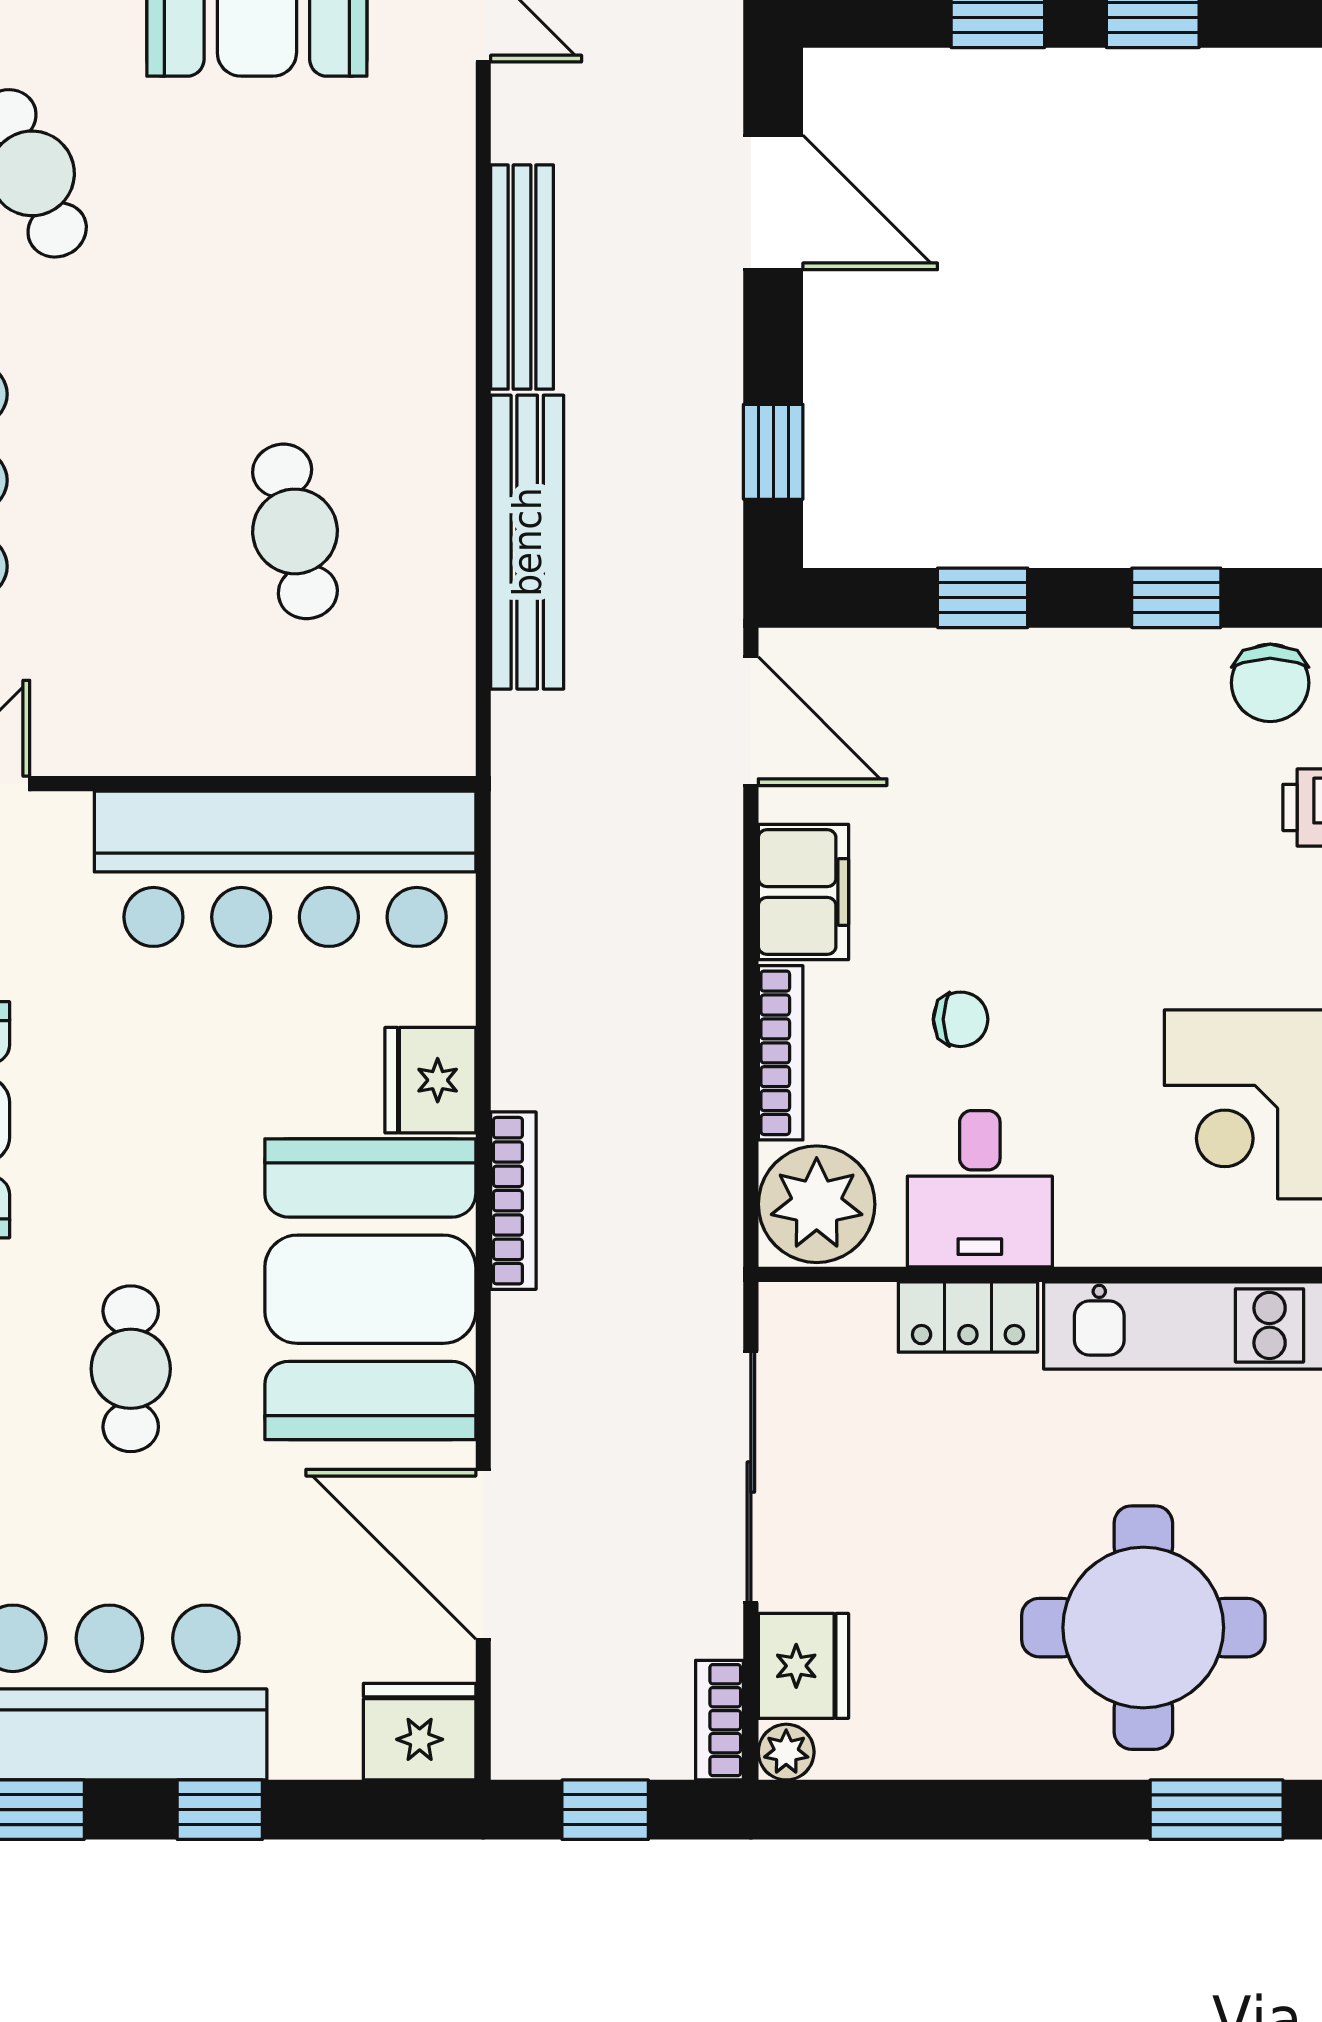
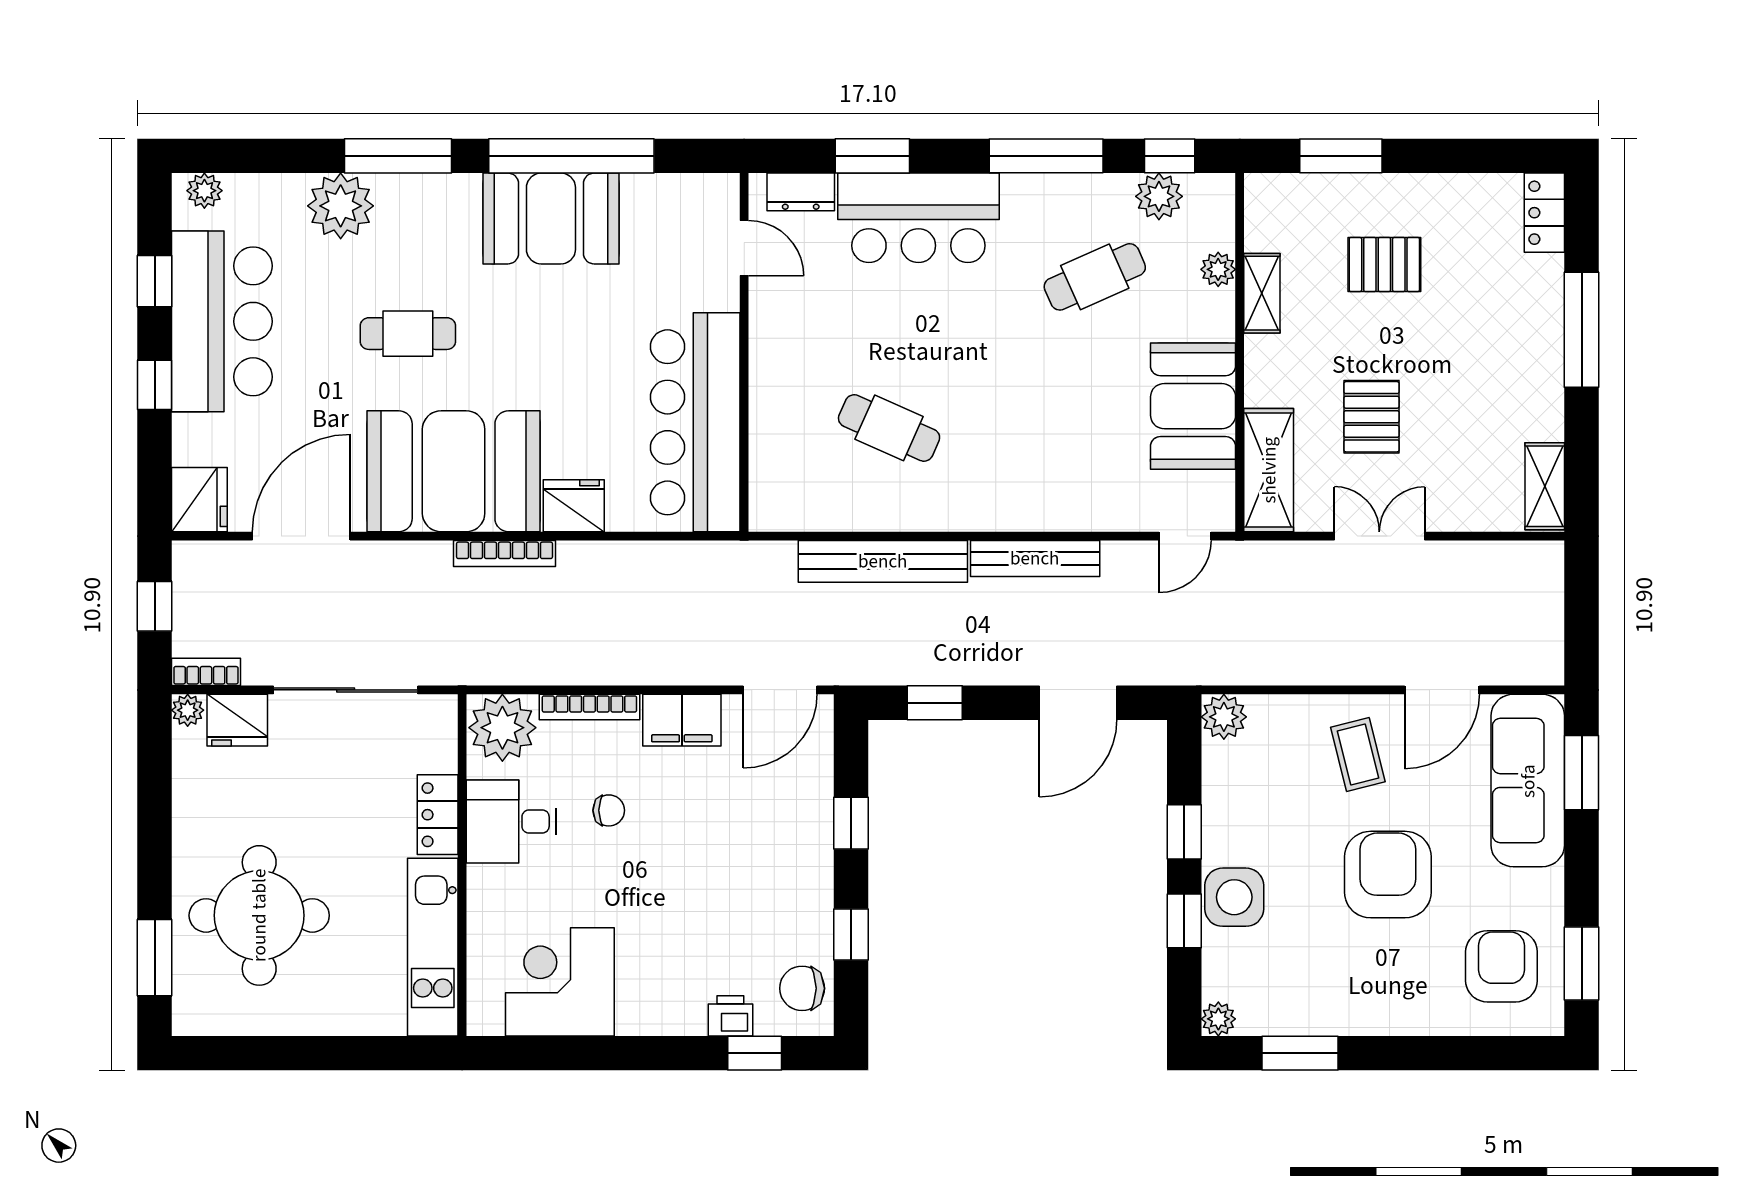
cafe table: (295, 531) -> (889, 428), turned 36
chair: (961, 1019) -> (609, 810), turned -90

